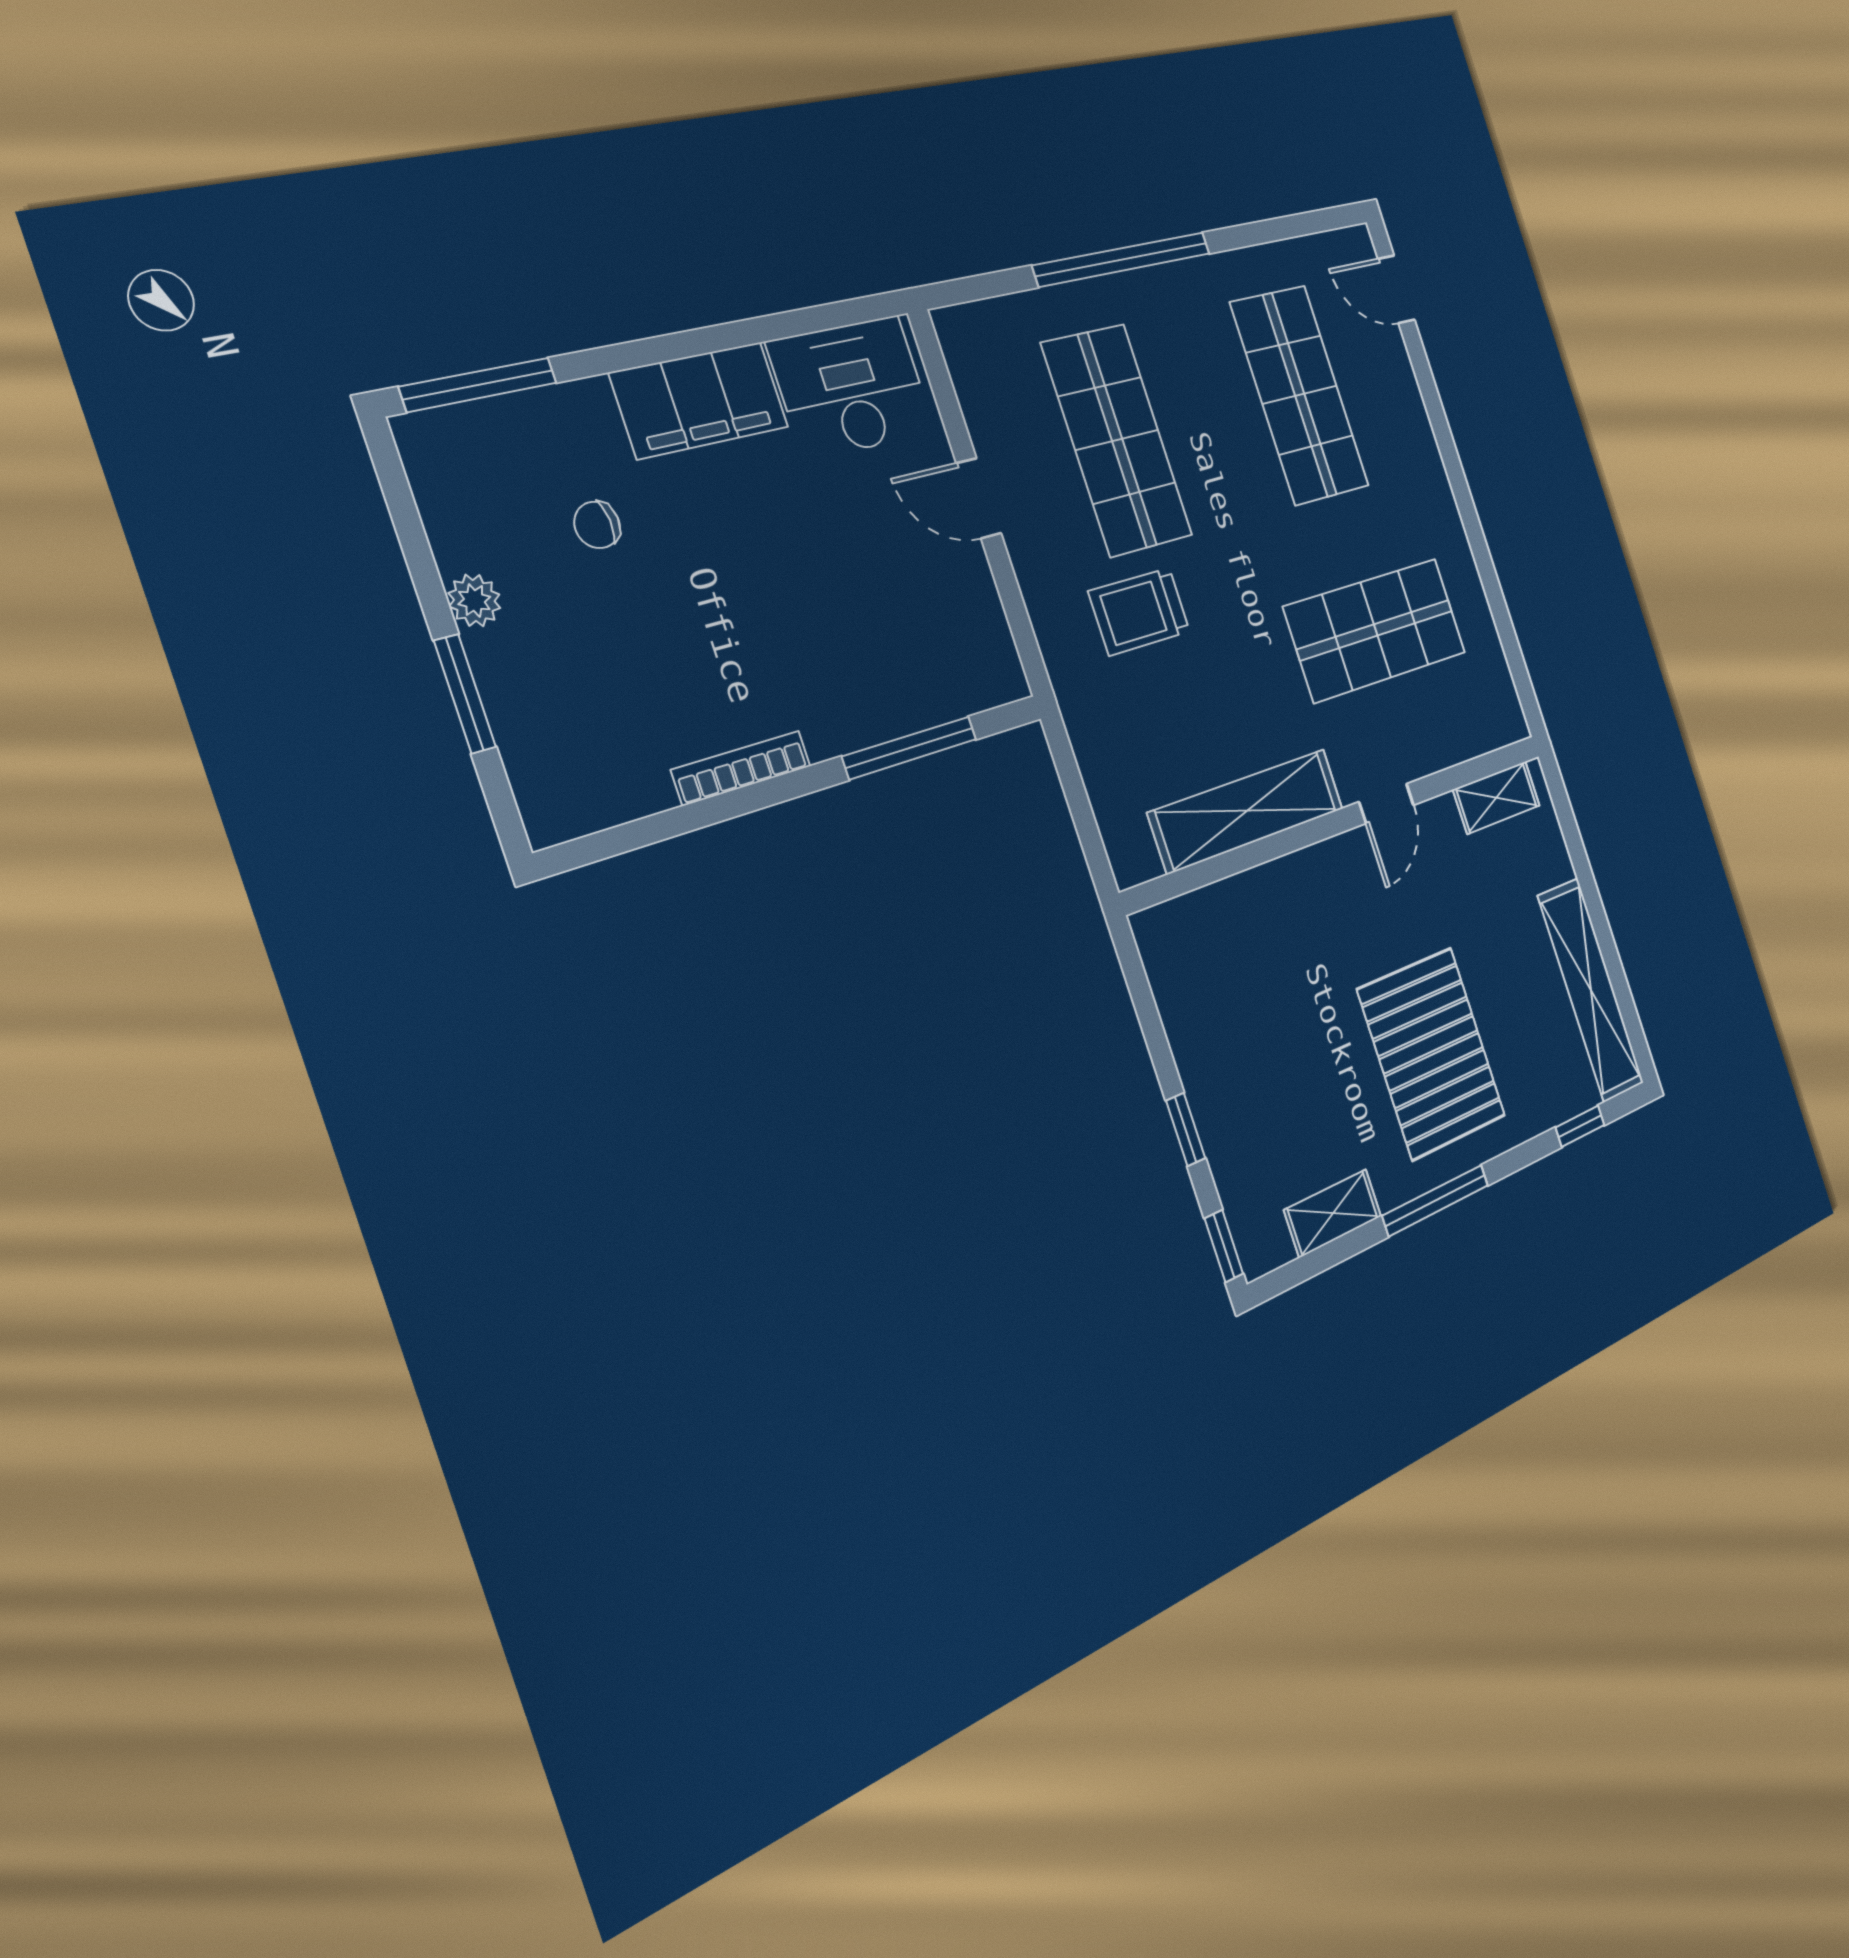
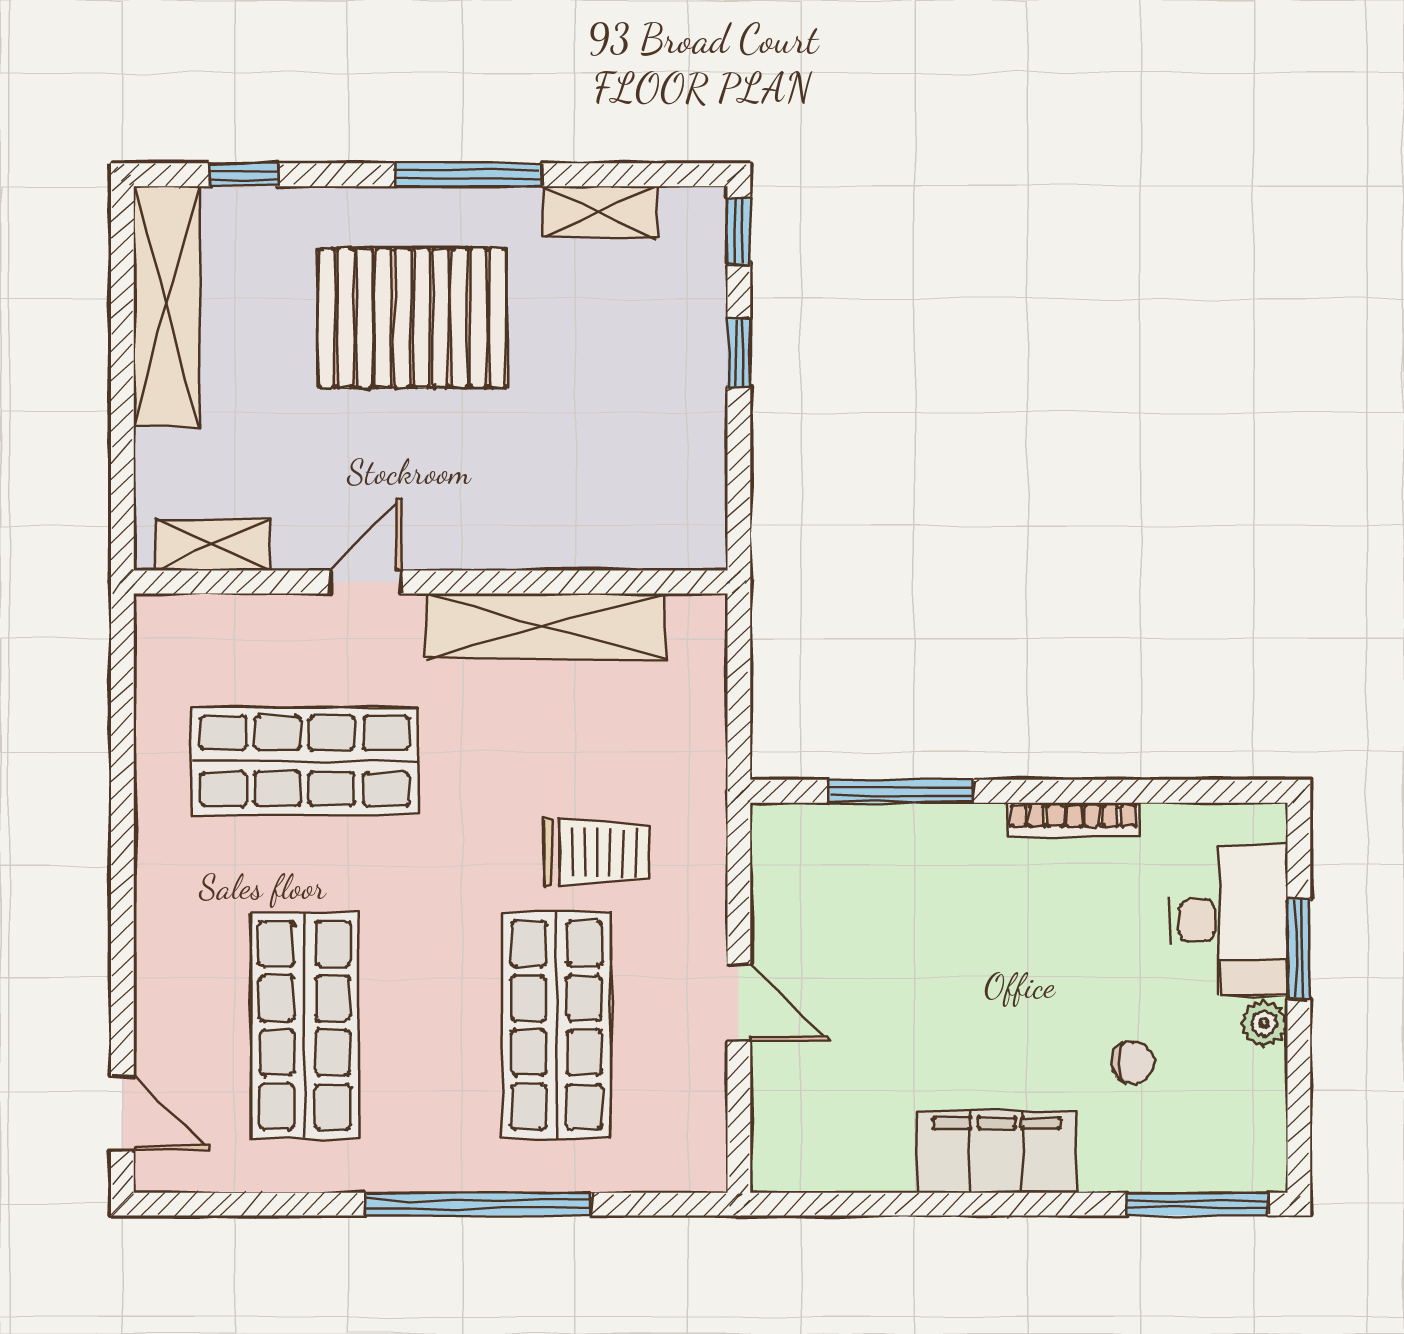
desk: (851, 387) -> (1229, 921), moved, turned -90
pallet: (1432, 1053) -> (412, 318), turned 90

